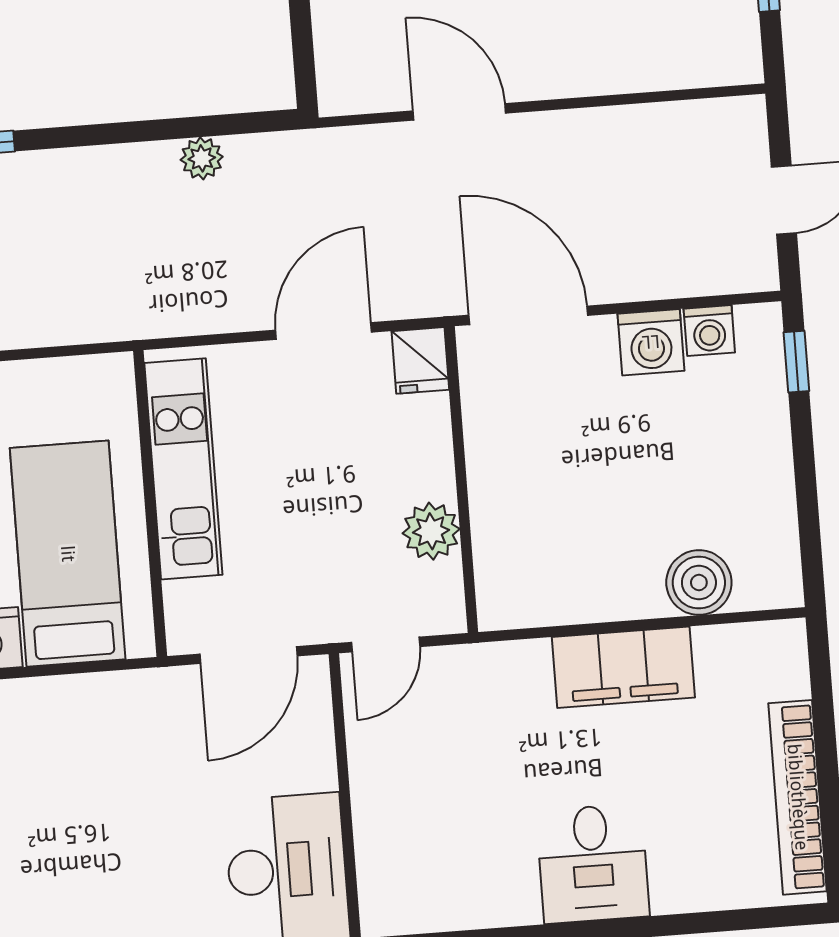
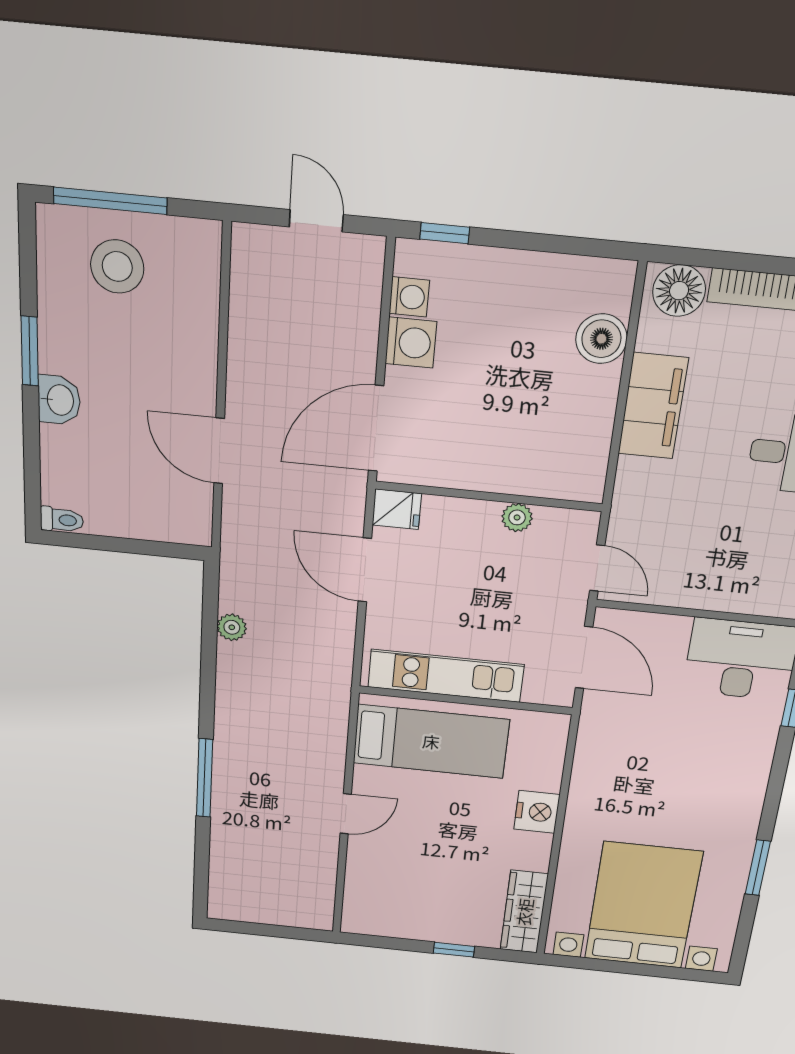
door: (459, 112) -> (219, 451), hinge flipped
plant: (431, 531) -> (517, 517), width x0.73, depth x0.73
bed: (68, 554) -> (431, 741), moved, turned 180
floor lamp: (776, 665) -> (679, 291), added

